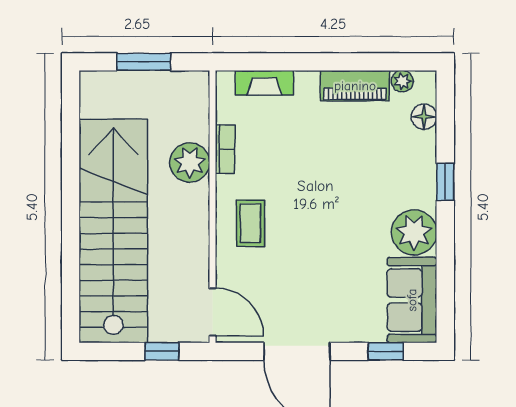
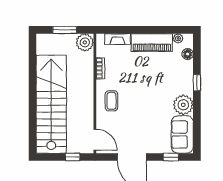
piano: (355, 86) -> (152, 43), width x1.37, depth x1.33
plant: (190, 163) -> (85, 42), moved

